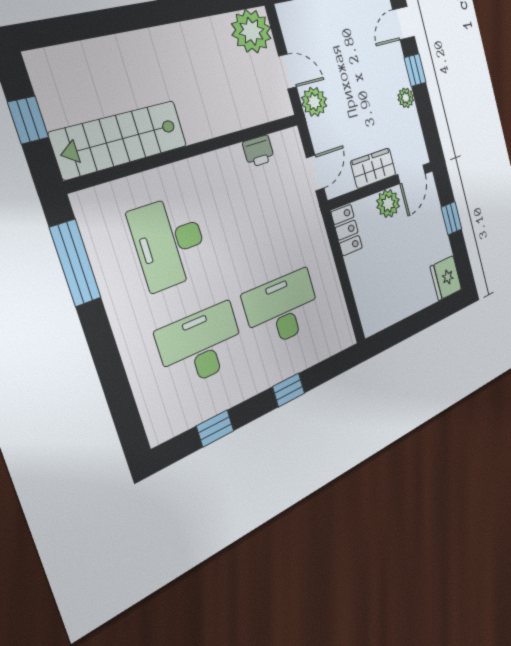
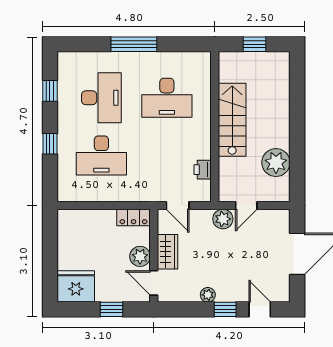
plant: (252, 31) -> (276, 163), moved
stairs: (120, 139) -> (232, 120), moved
desk: (170, 242) -> (167, 98), turned 180
window: (75, 263) -> (134, 44), moved
fridge: (446, 278) -> (76, 286), width x1.36, depth x1.34
desk: (282, 309) -> (101, 155), turned 90

